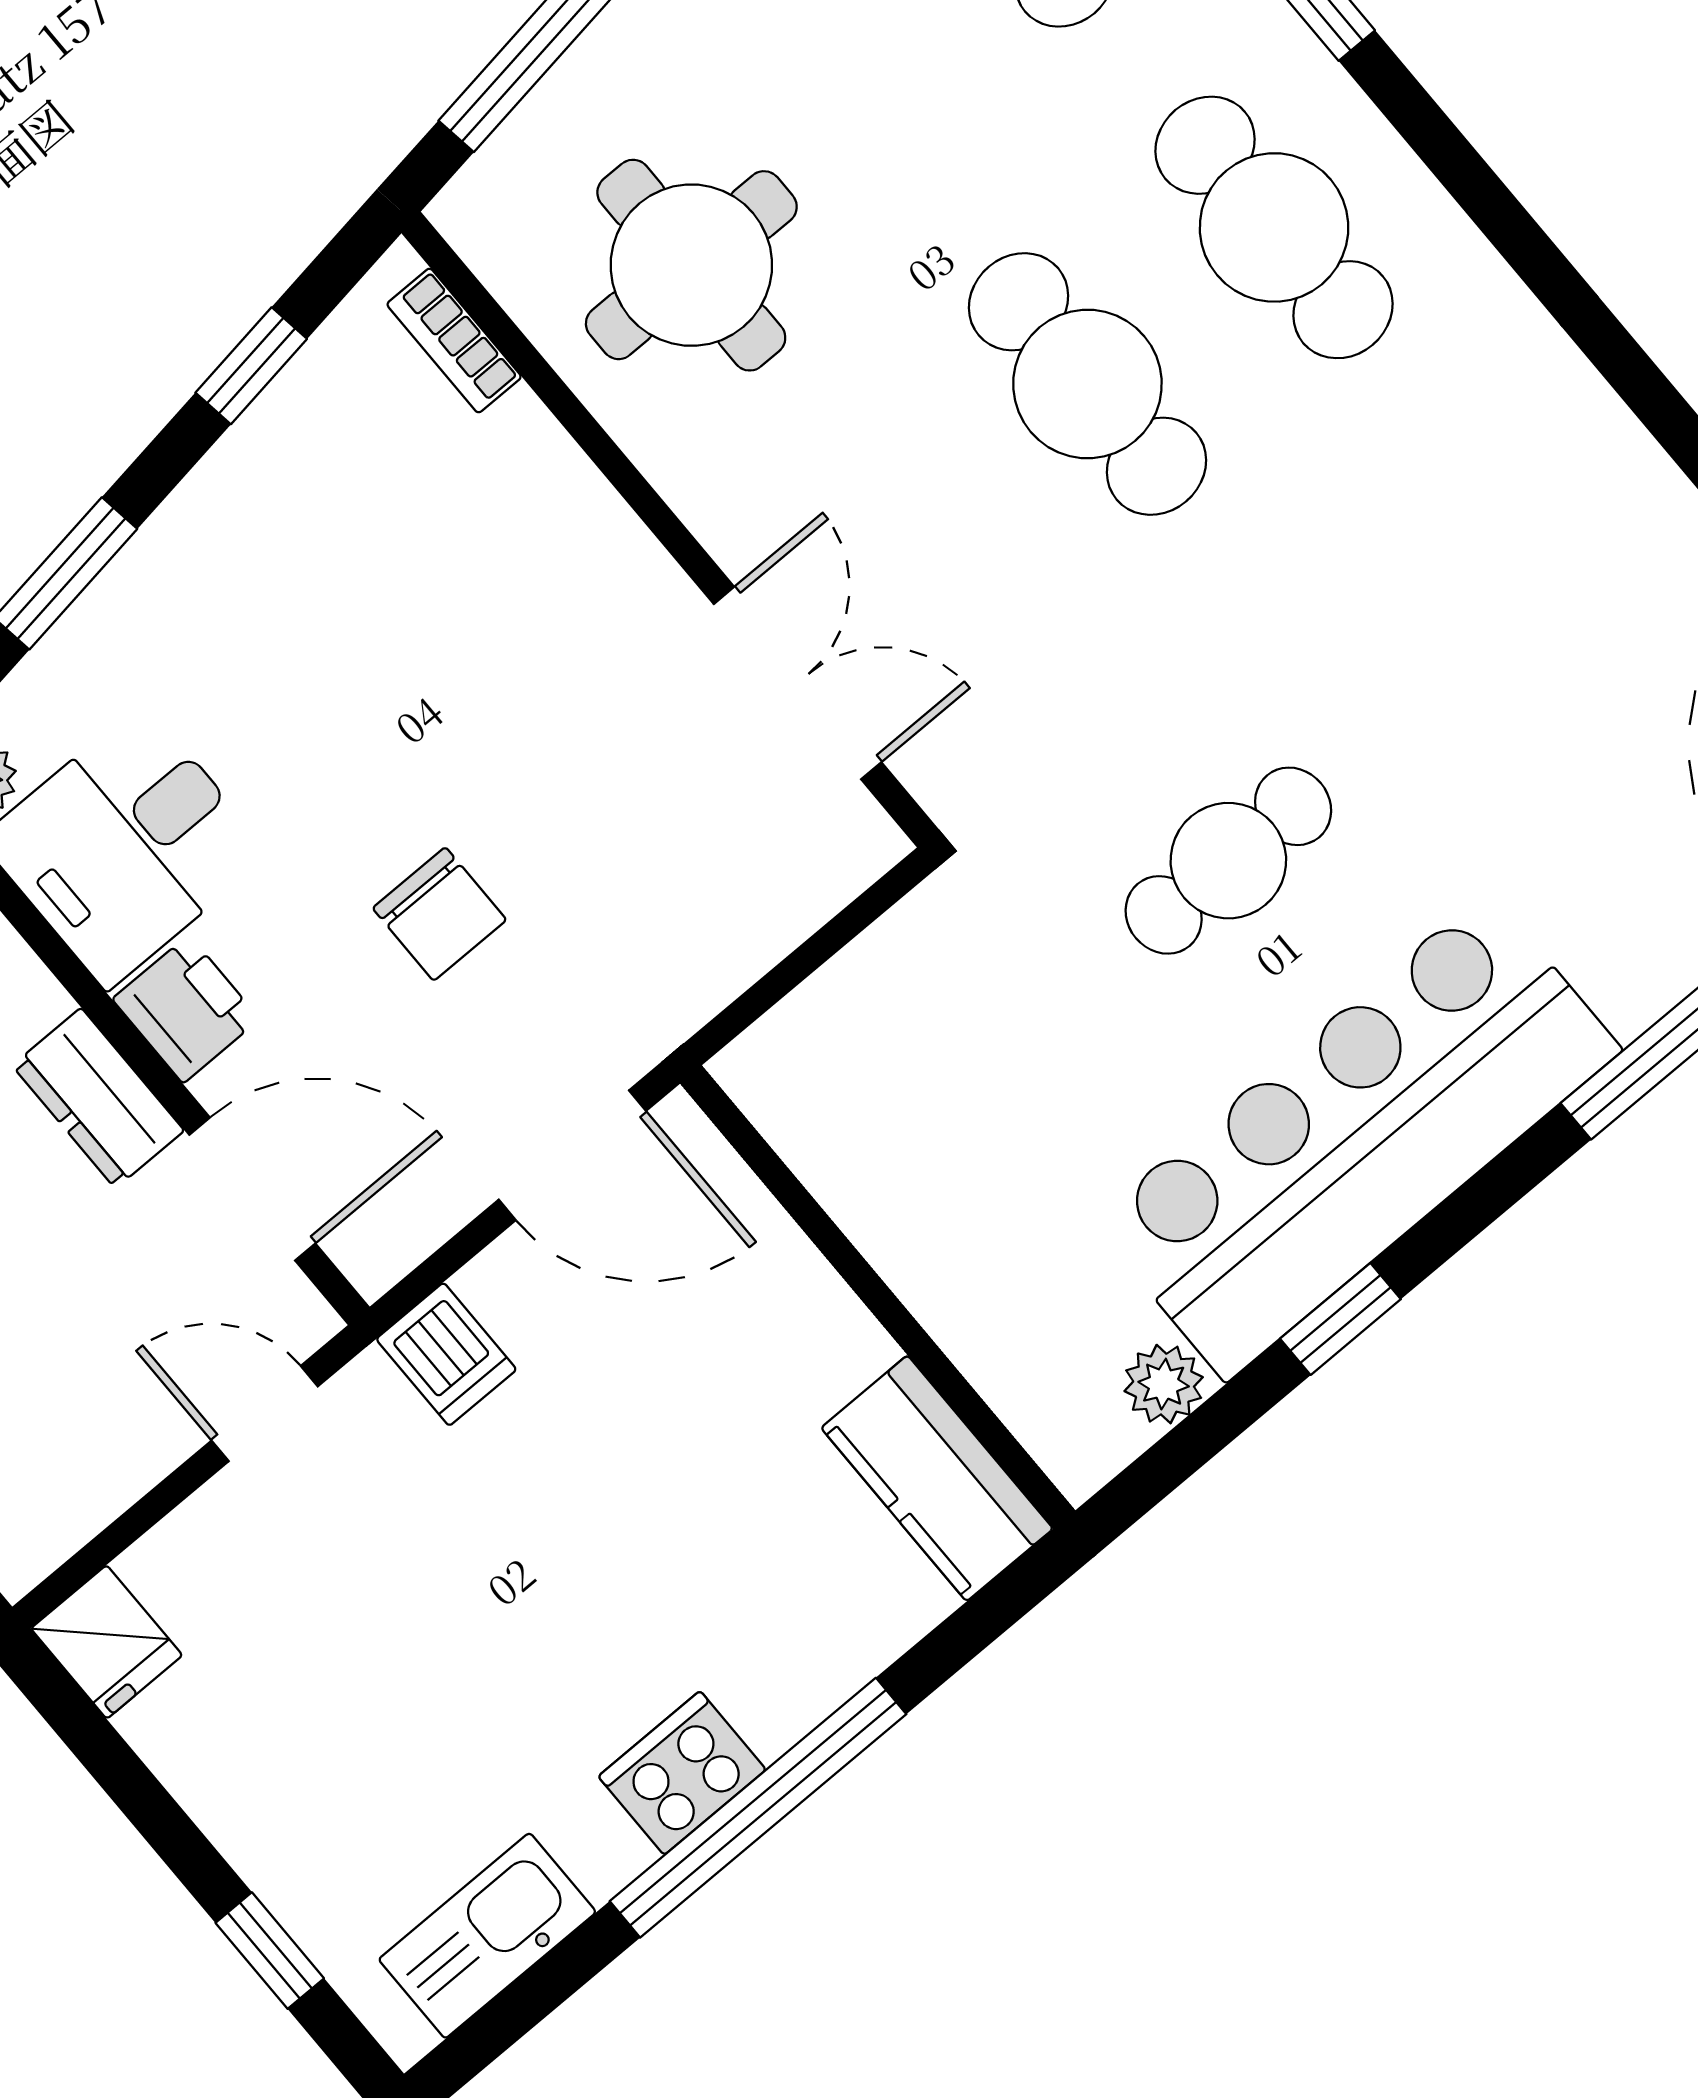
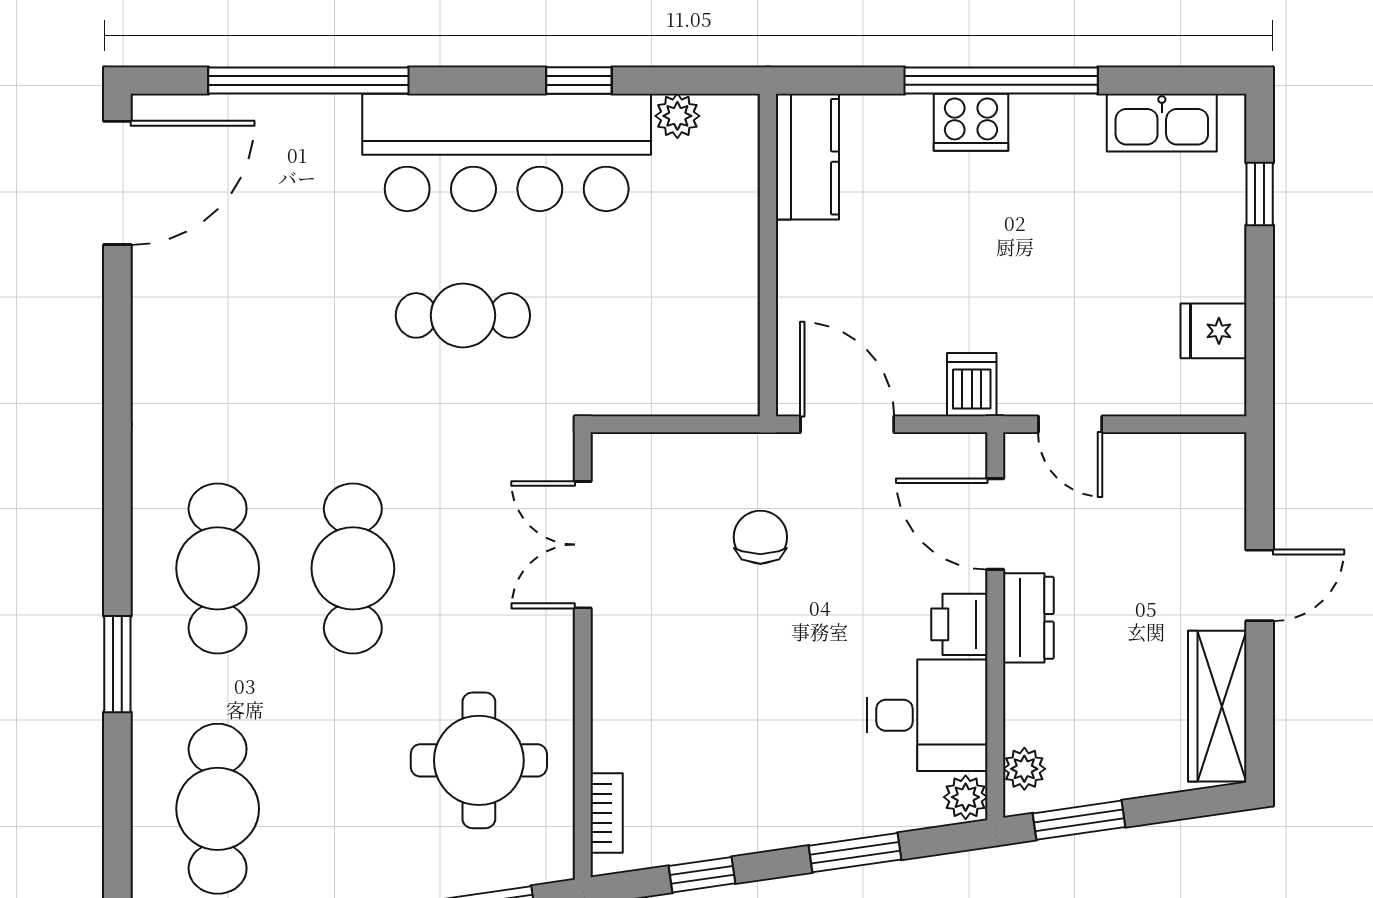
chair: (439, 914) -> (760, 537), moved
fridge: (107, 1642) -> (1214, 331), moved, turned -90
cooker: (682, 1773) -> (971, 122), moved

